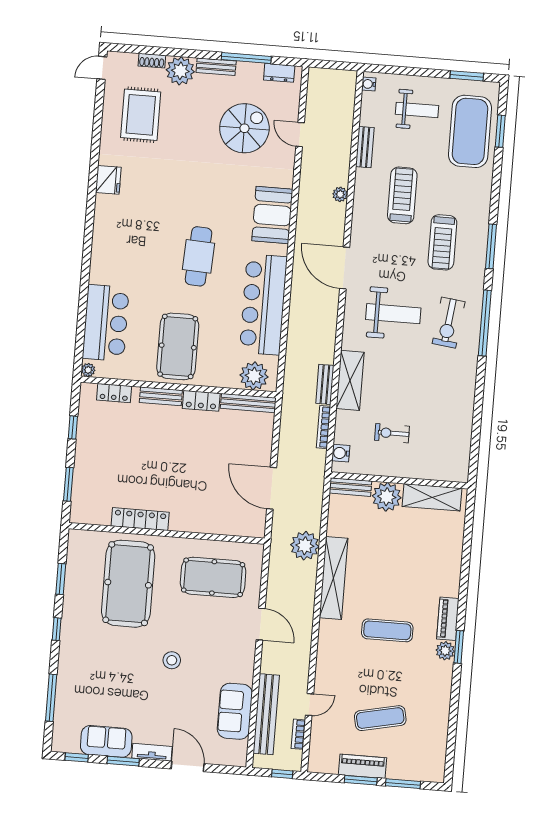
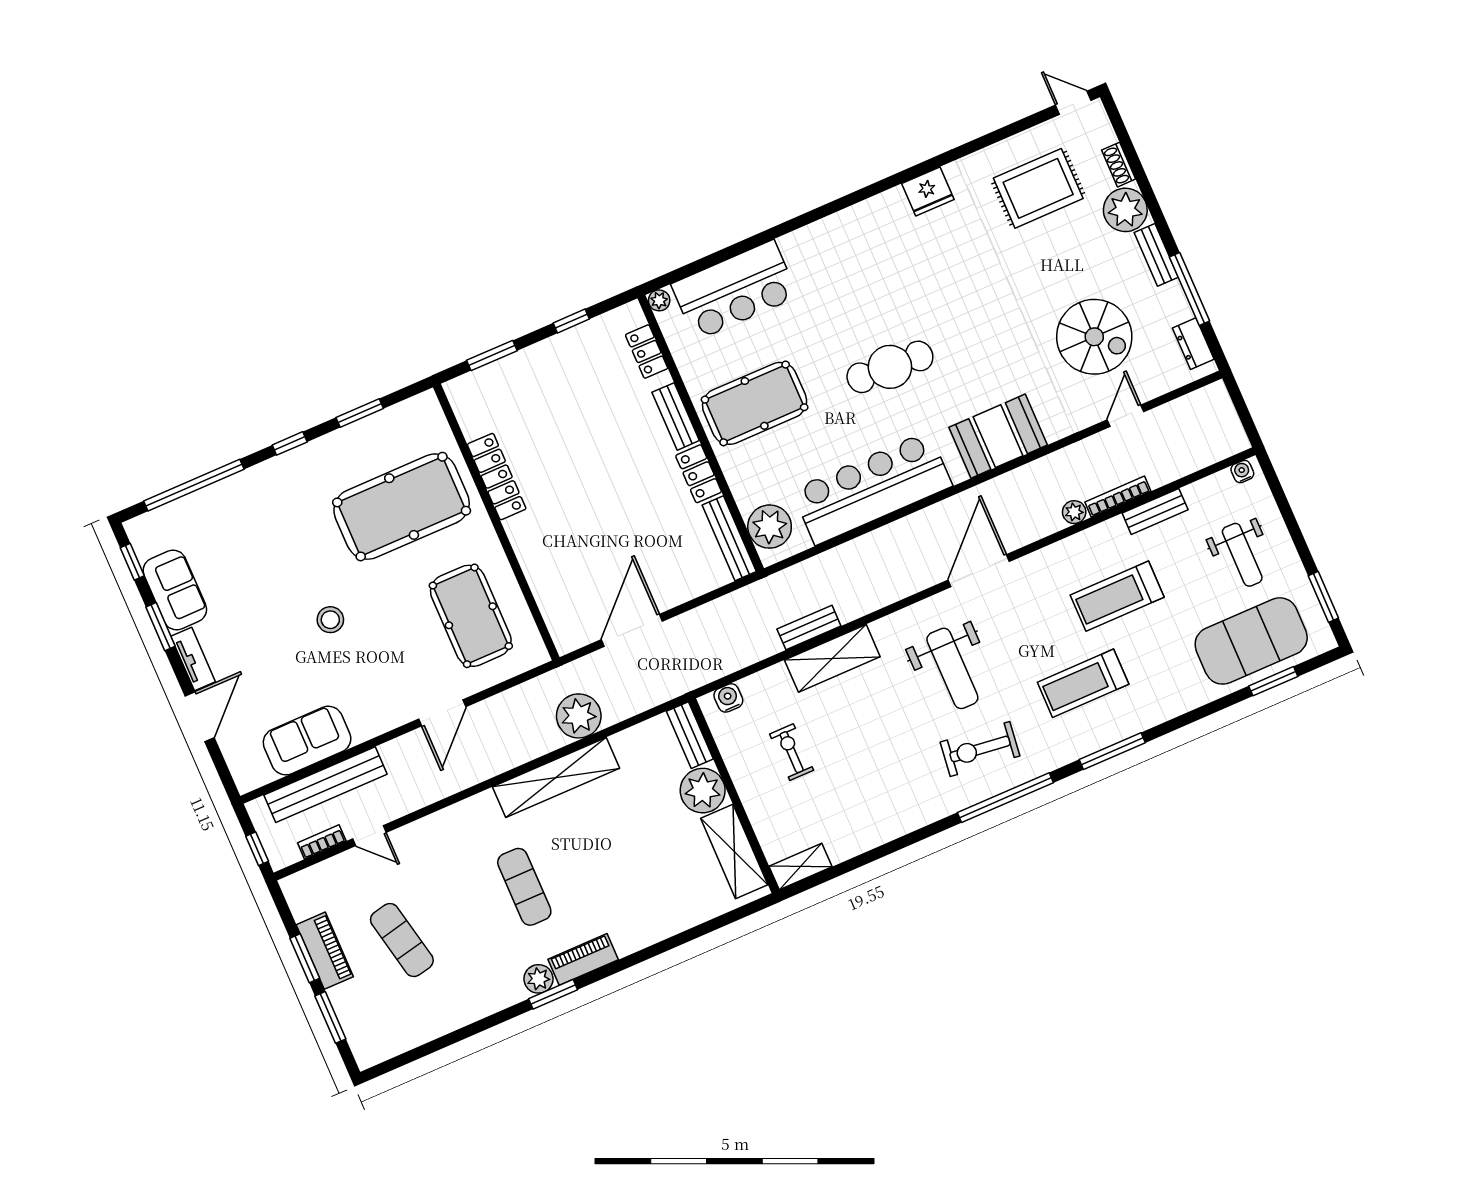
treadmill: (402, 195) -> (1117, 596), turned 180
bookcase: (324, 427) -> (1118, 497), moved
shelving: (461, 463) -> (801, 867), added
window: (51, 698) -> (194, 485), width x1.46

